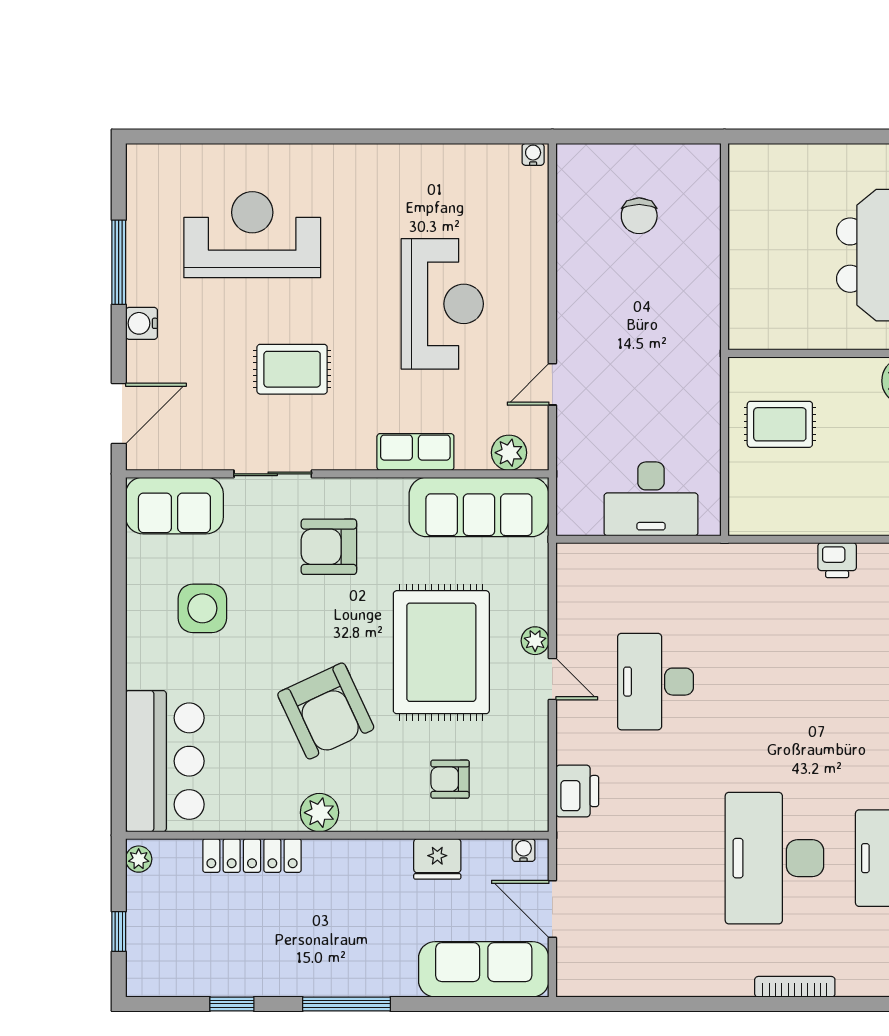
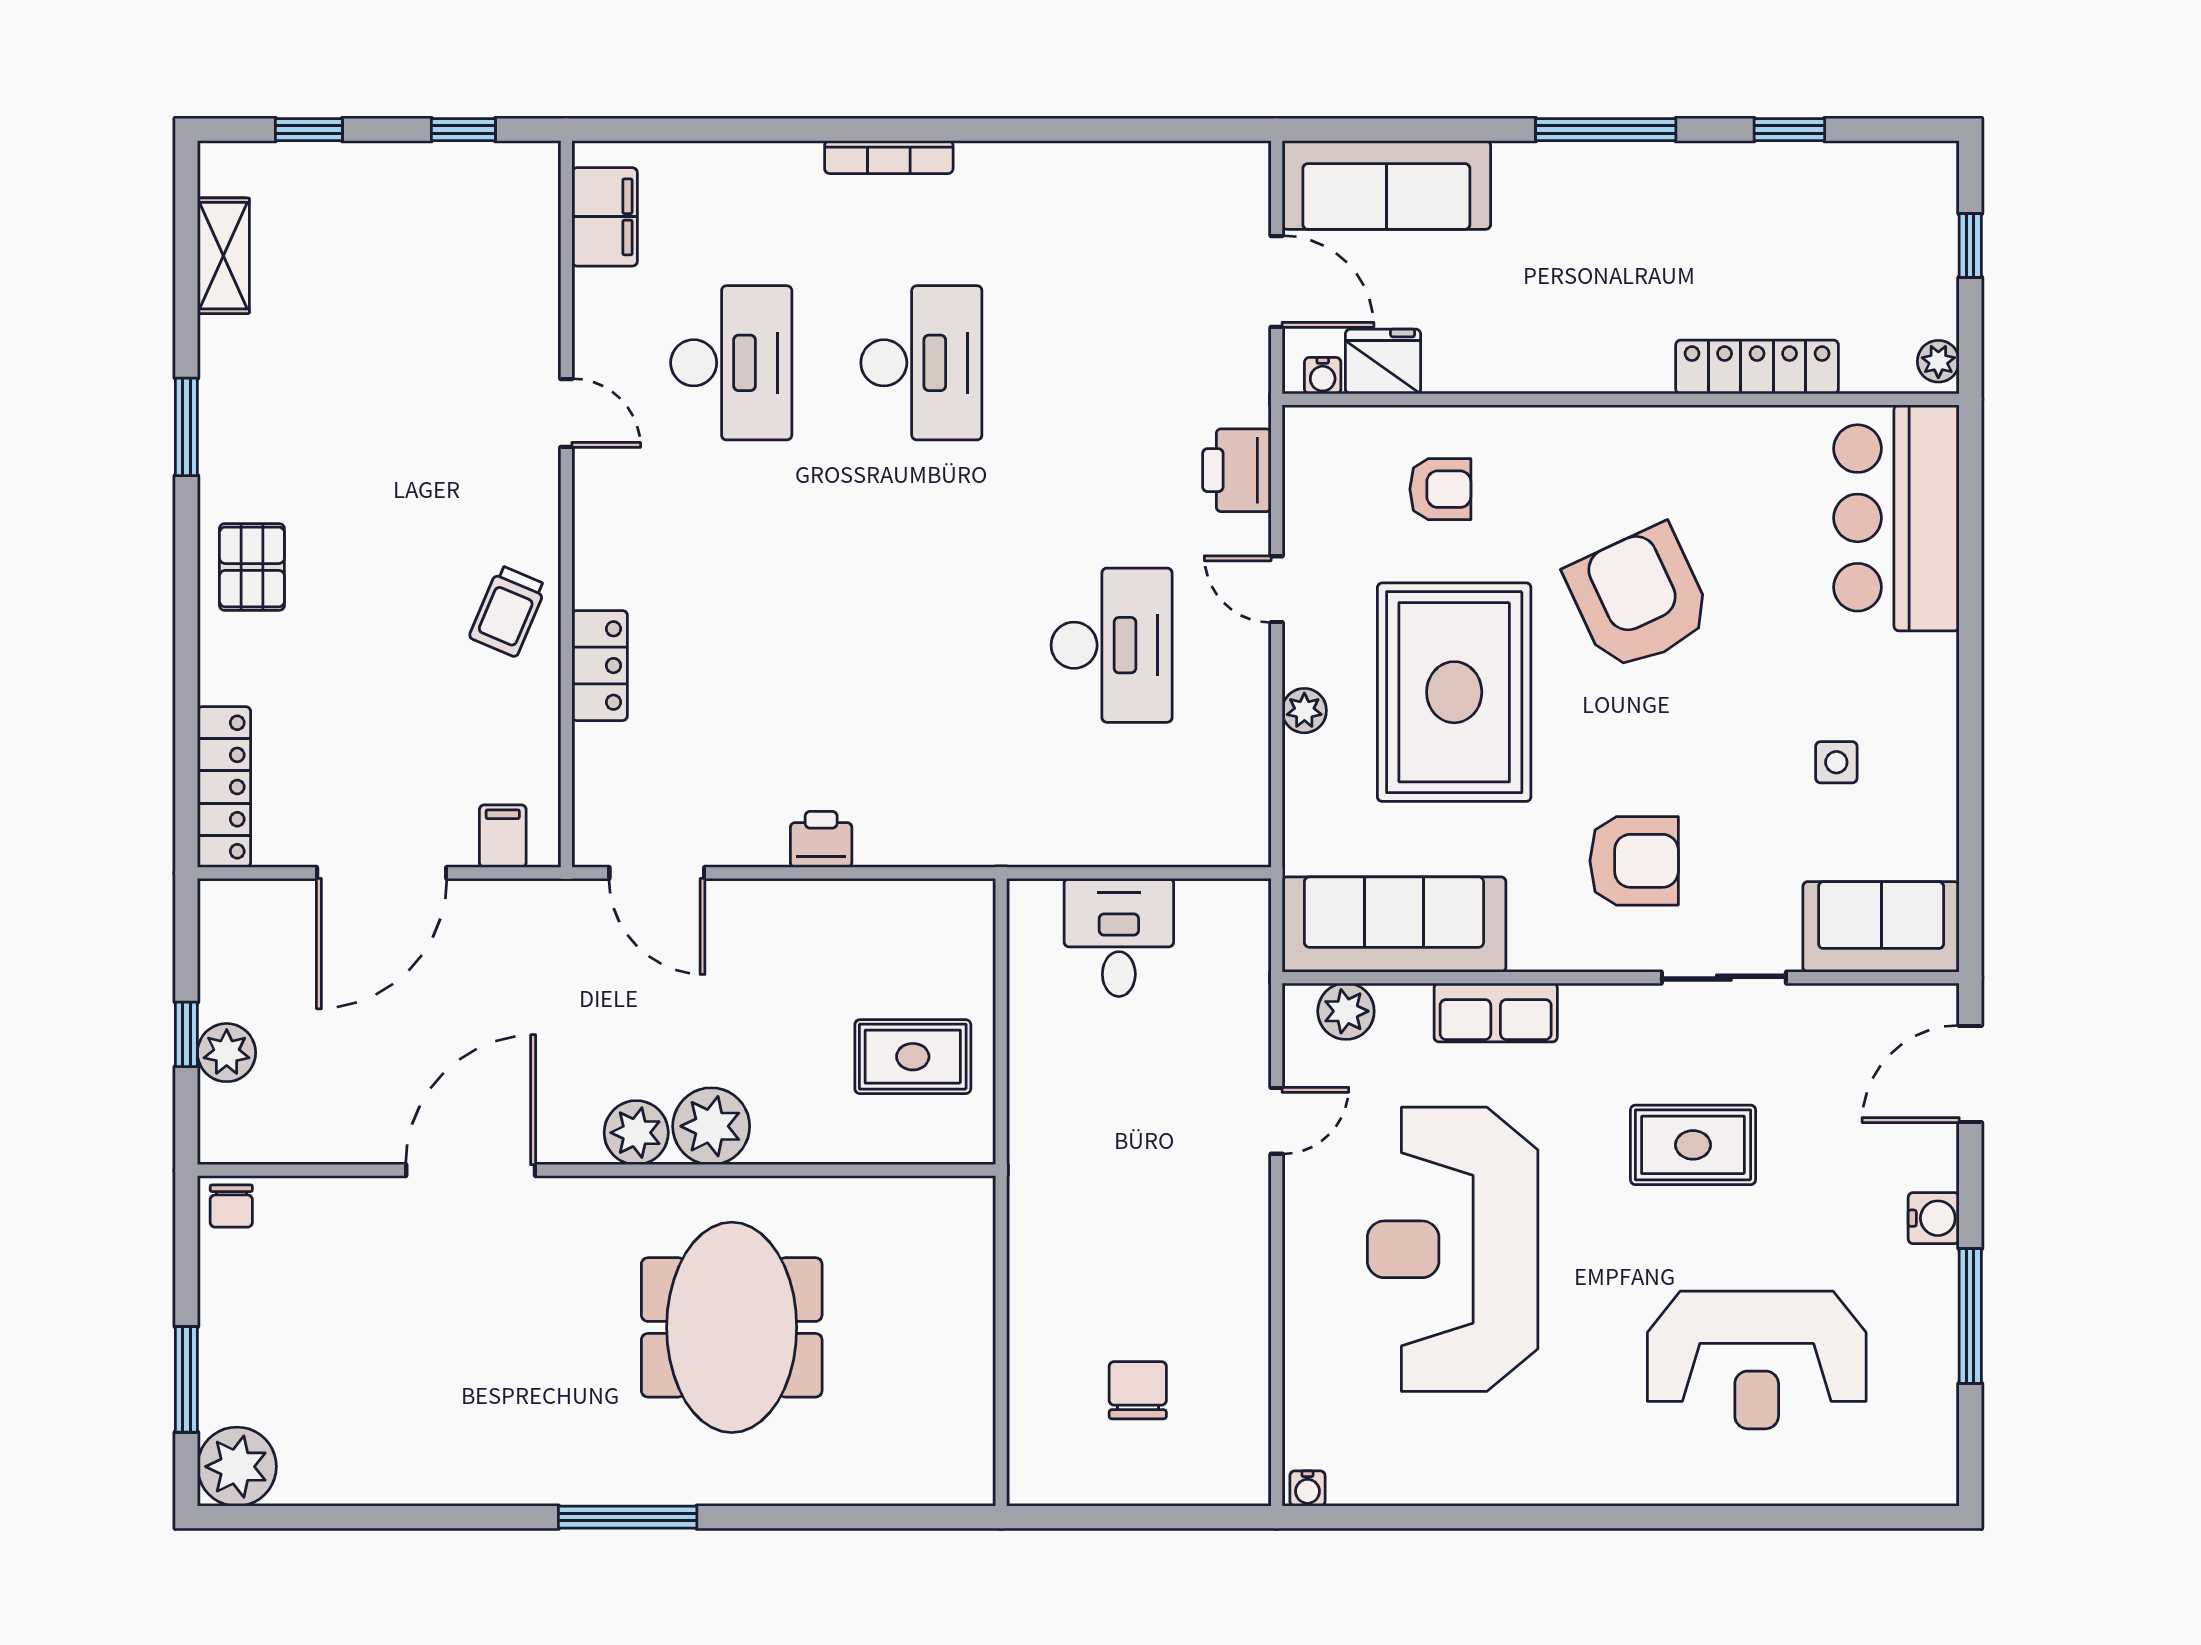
reception desk: (442, 304) -> (1453, 1249), width x1.36, depth x1.30
desk: (651, 499) -> (1119, 937), width x0.73
side table: (202, 608) -> (1836, 762), width x0.54, depth x0.54
door: (552, 679) -> (1277, 589), moved
plant: (319, 813) -> (1649, 436), removed
desk: (774, 858) -> (921, 363), width x0.73, depth x0.77
fridge: (437, 859) -> (1383, 361), moved

